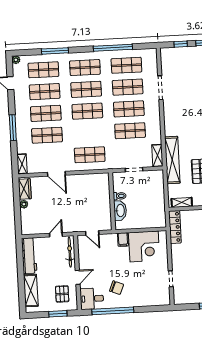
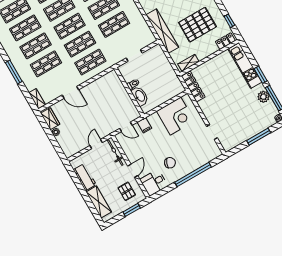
shop shelf: (89, 133) -> (80, 44), added
shelving: (157, 155) -> (148, 34), removed
filing cabinet: (123, 240) -> (145, 125), moved
workbench: (29, 256) -> (85, 177), width x0.73
window: (113, 311) -> (193, 175), moved

